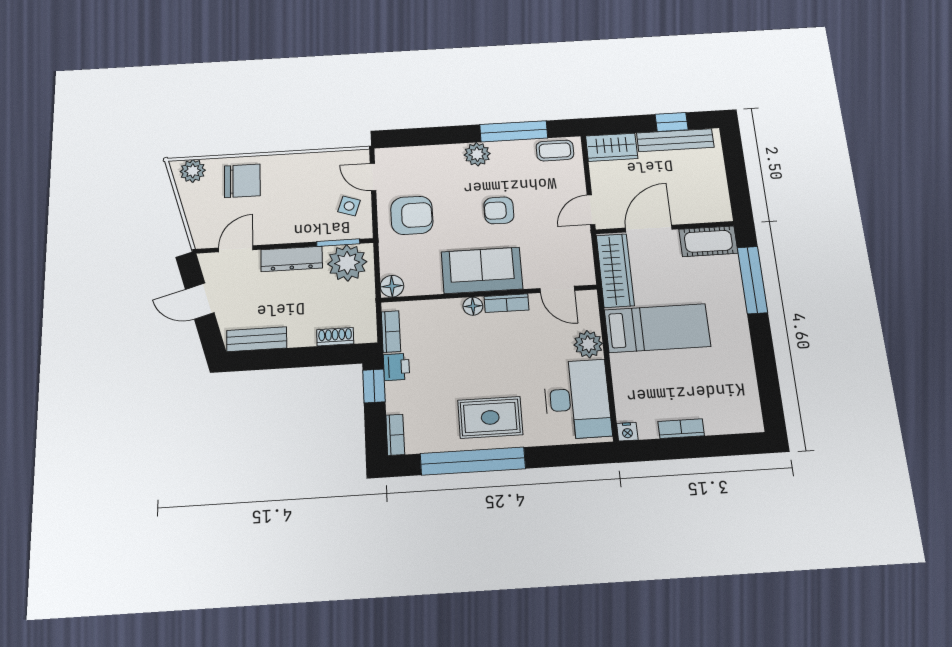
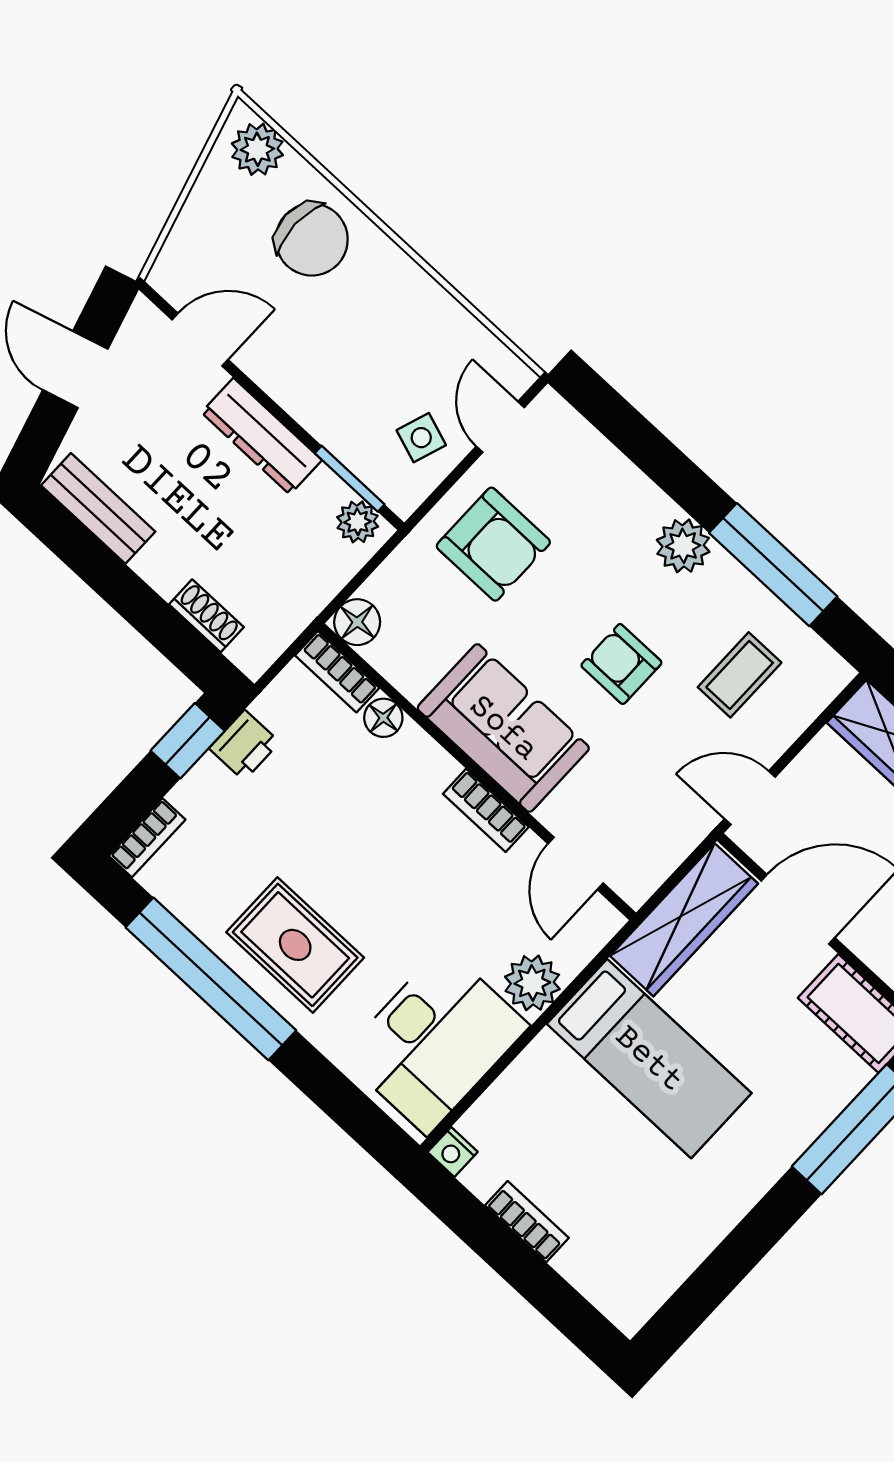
coffee table: (555, 150) -> (740, 675), moved, turned 90
plant: (347, 263) -> (358, 522), width x0.53, depth x0.53
floor lamp: (473, 306) -> (383, 718), moved
bookcase: (391, 332) -> (337, 672), moved, turned 90

